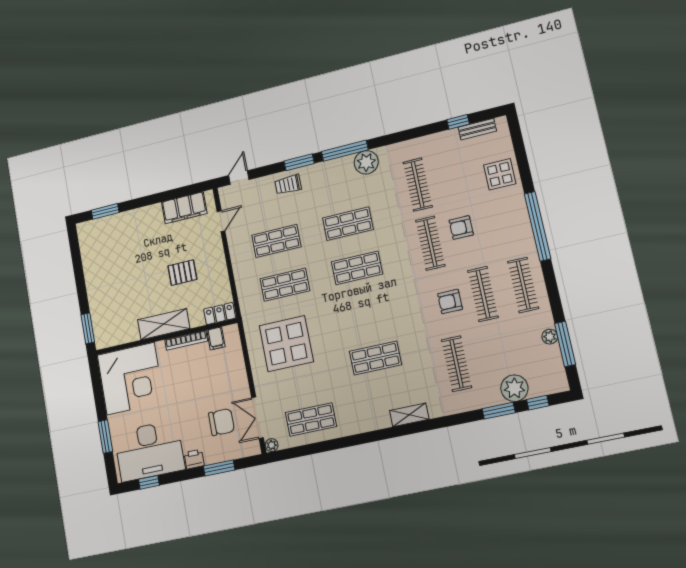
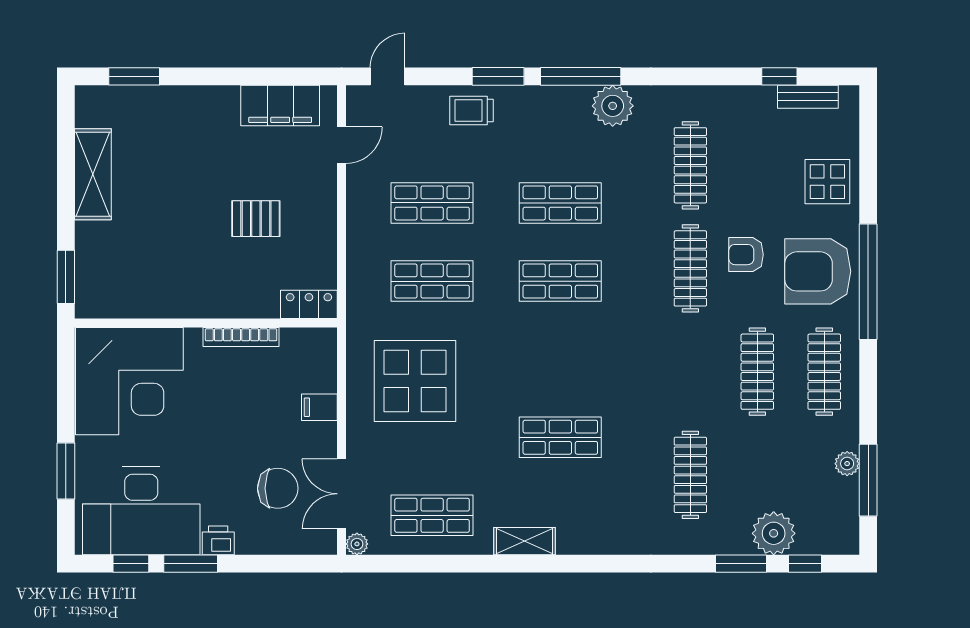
armchair: (450, 301) -> (818, 271), moved, width x1.88, depth x1.88
shelving: (164, 324) -> (93, 174), moved, turned 90
filing cabinet: (216, 338) -> (319, 407), moved, turned 90
shelving: (409, 415) -> (524, 541), moved
window: (219, 468) -> (191, 564), moved

